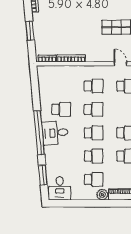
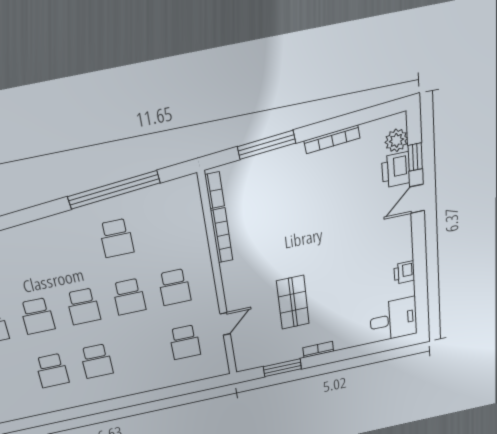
window: (30, 31) -> (267, 145), width x1.44
window: (39, 133) -> (114, 190), moved
desk: (55, 133) -> (66, 237), removed

